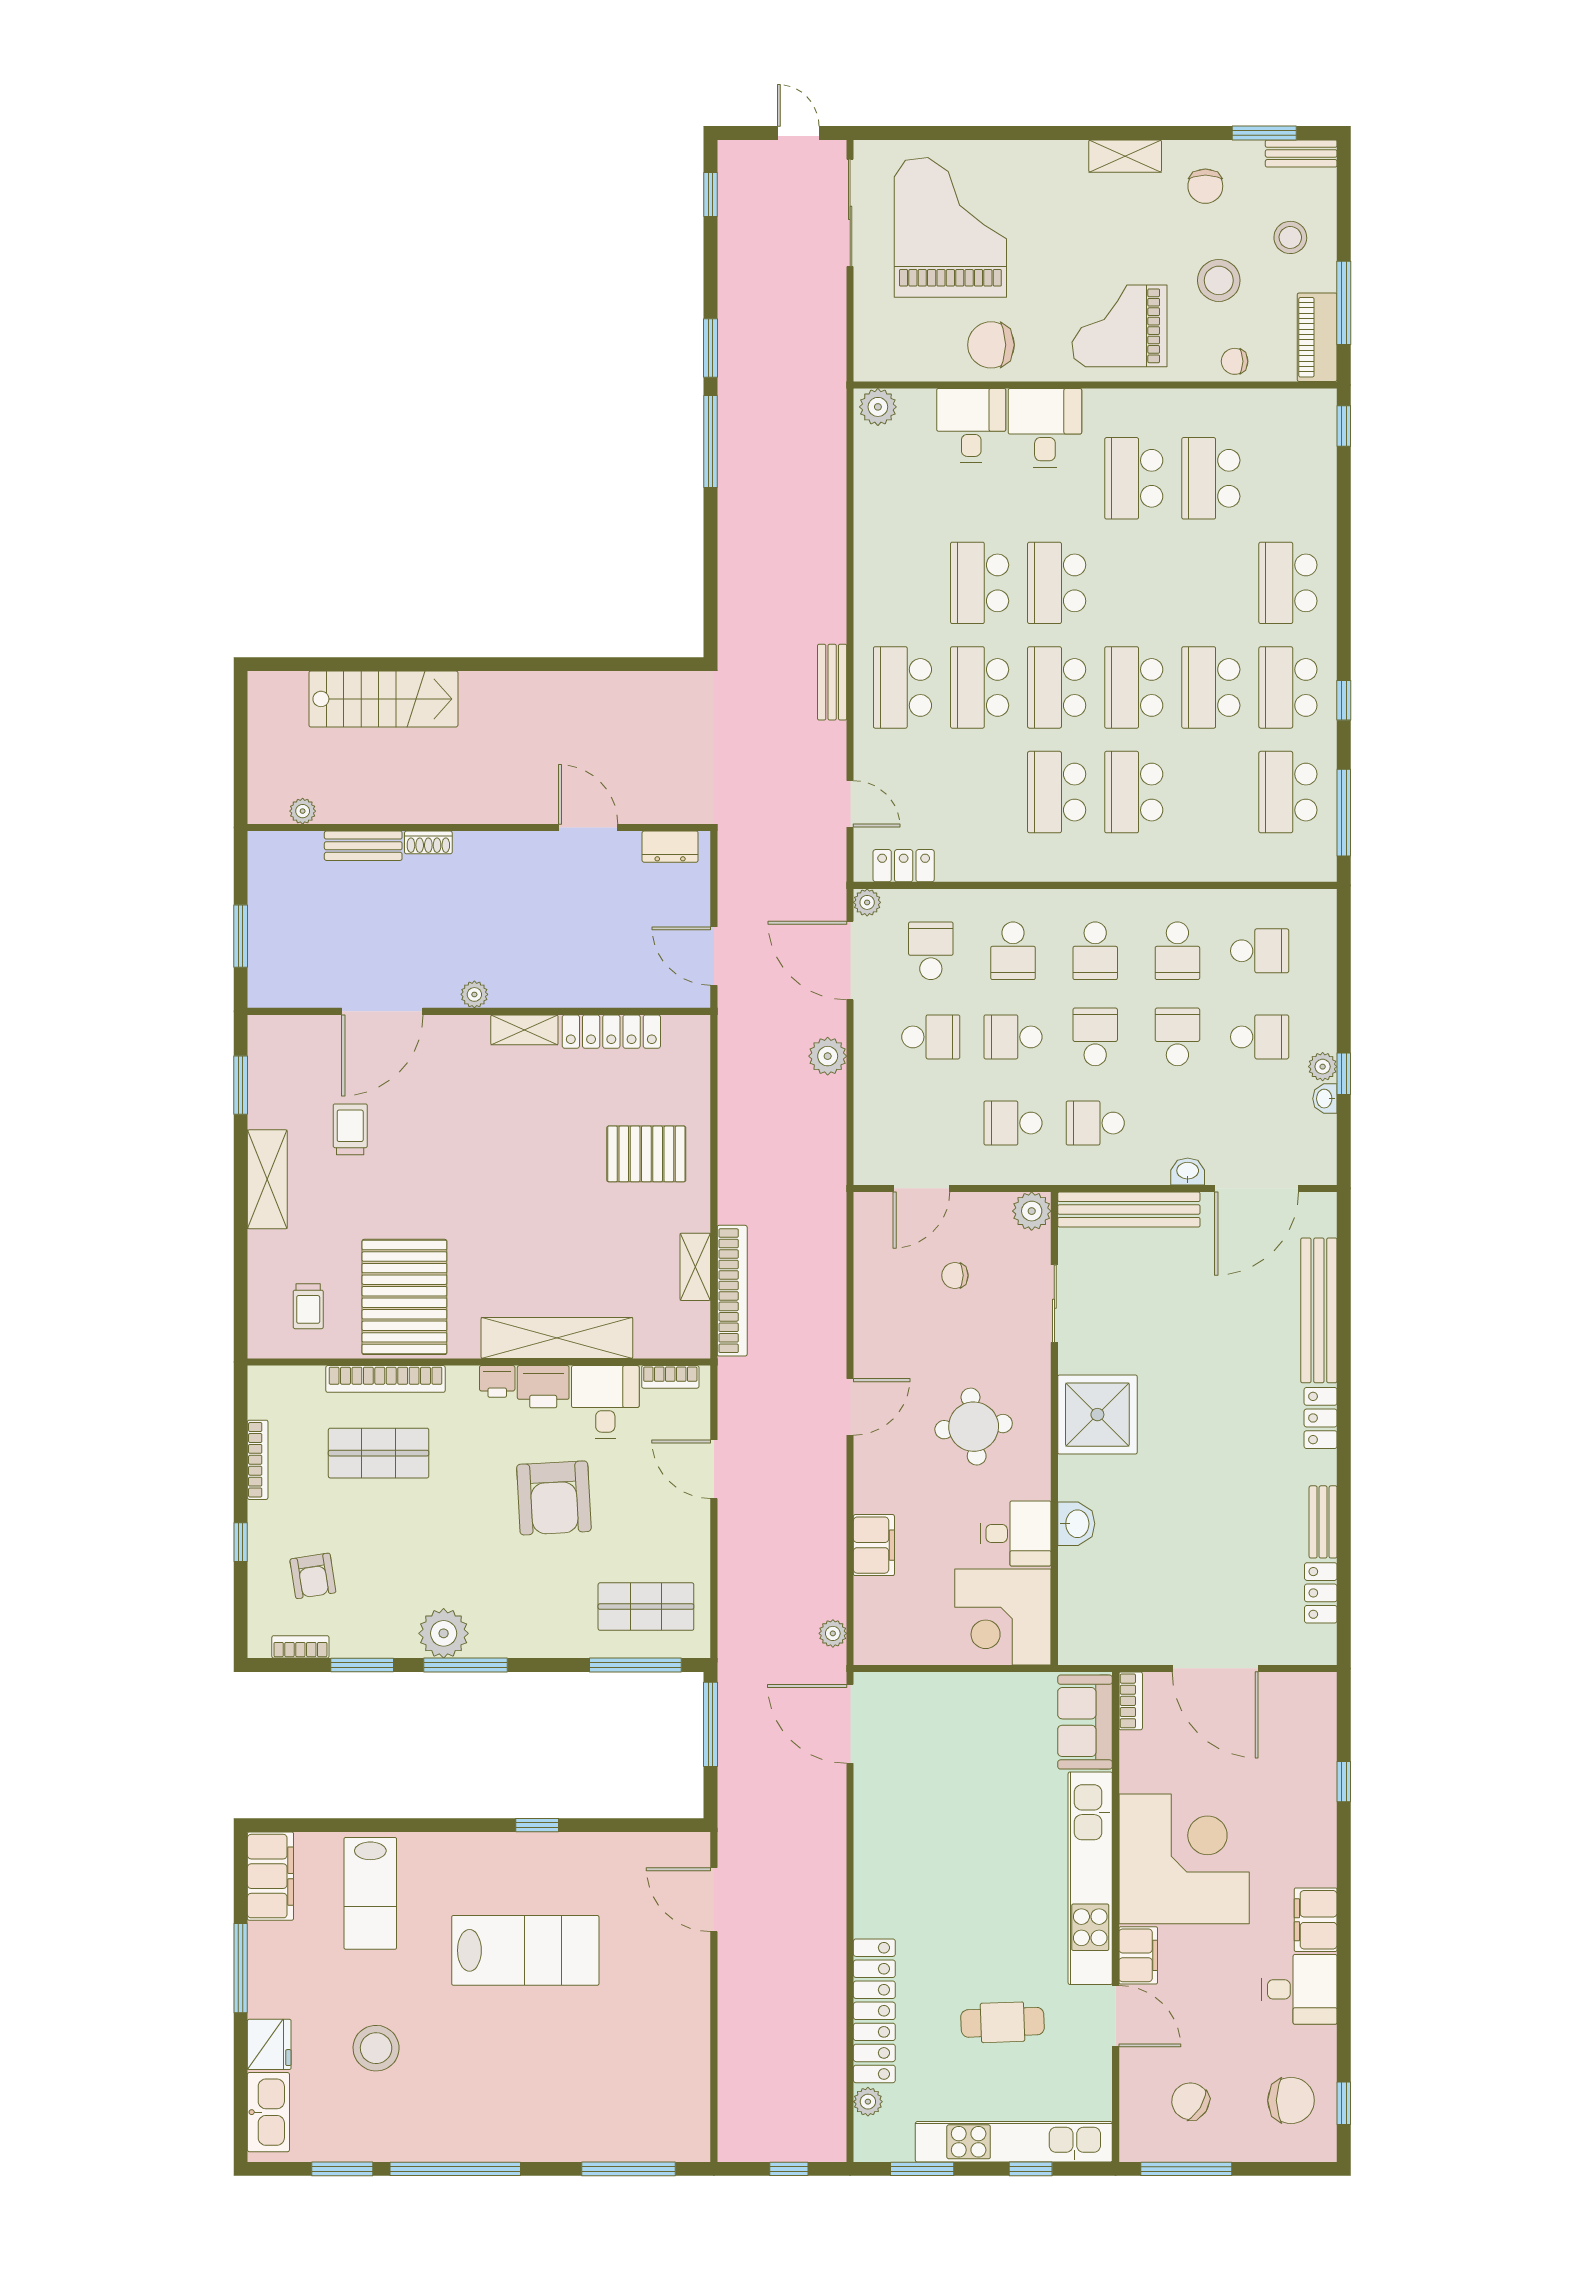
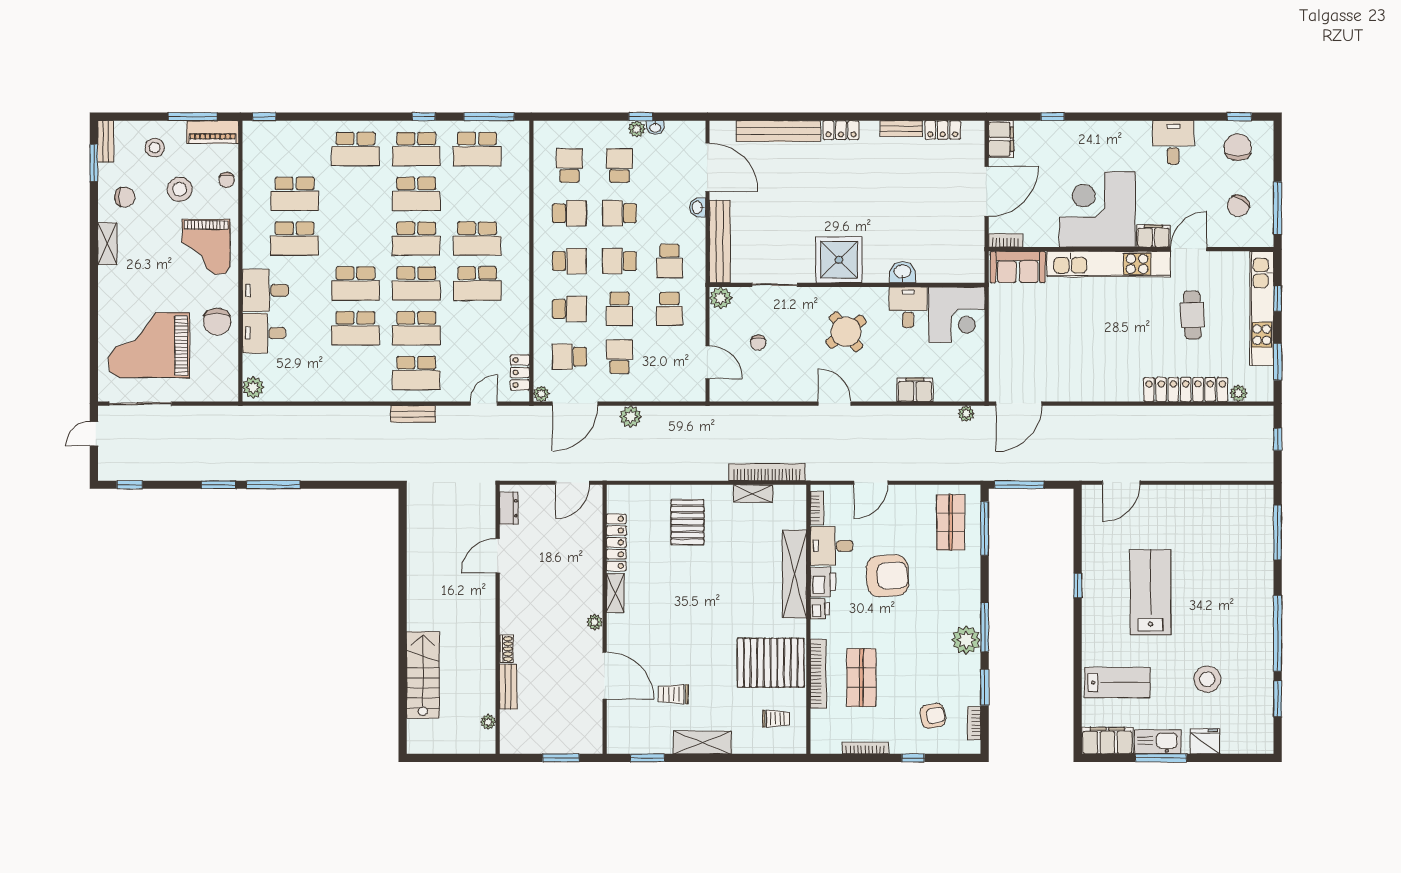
round table: (974, 1427) -> (846, 332), turned -31
filing cabinet: (1316, 1920) -> (1001, 139), moved, turned -90
kitchen sink: (268, 2112) -> (1158, 742), moved

